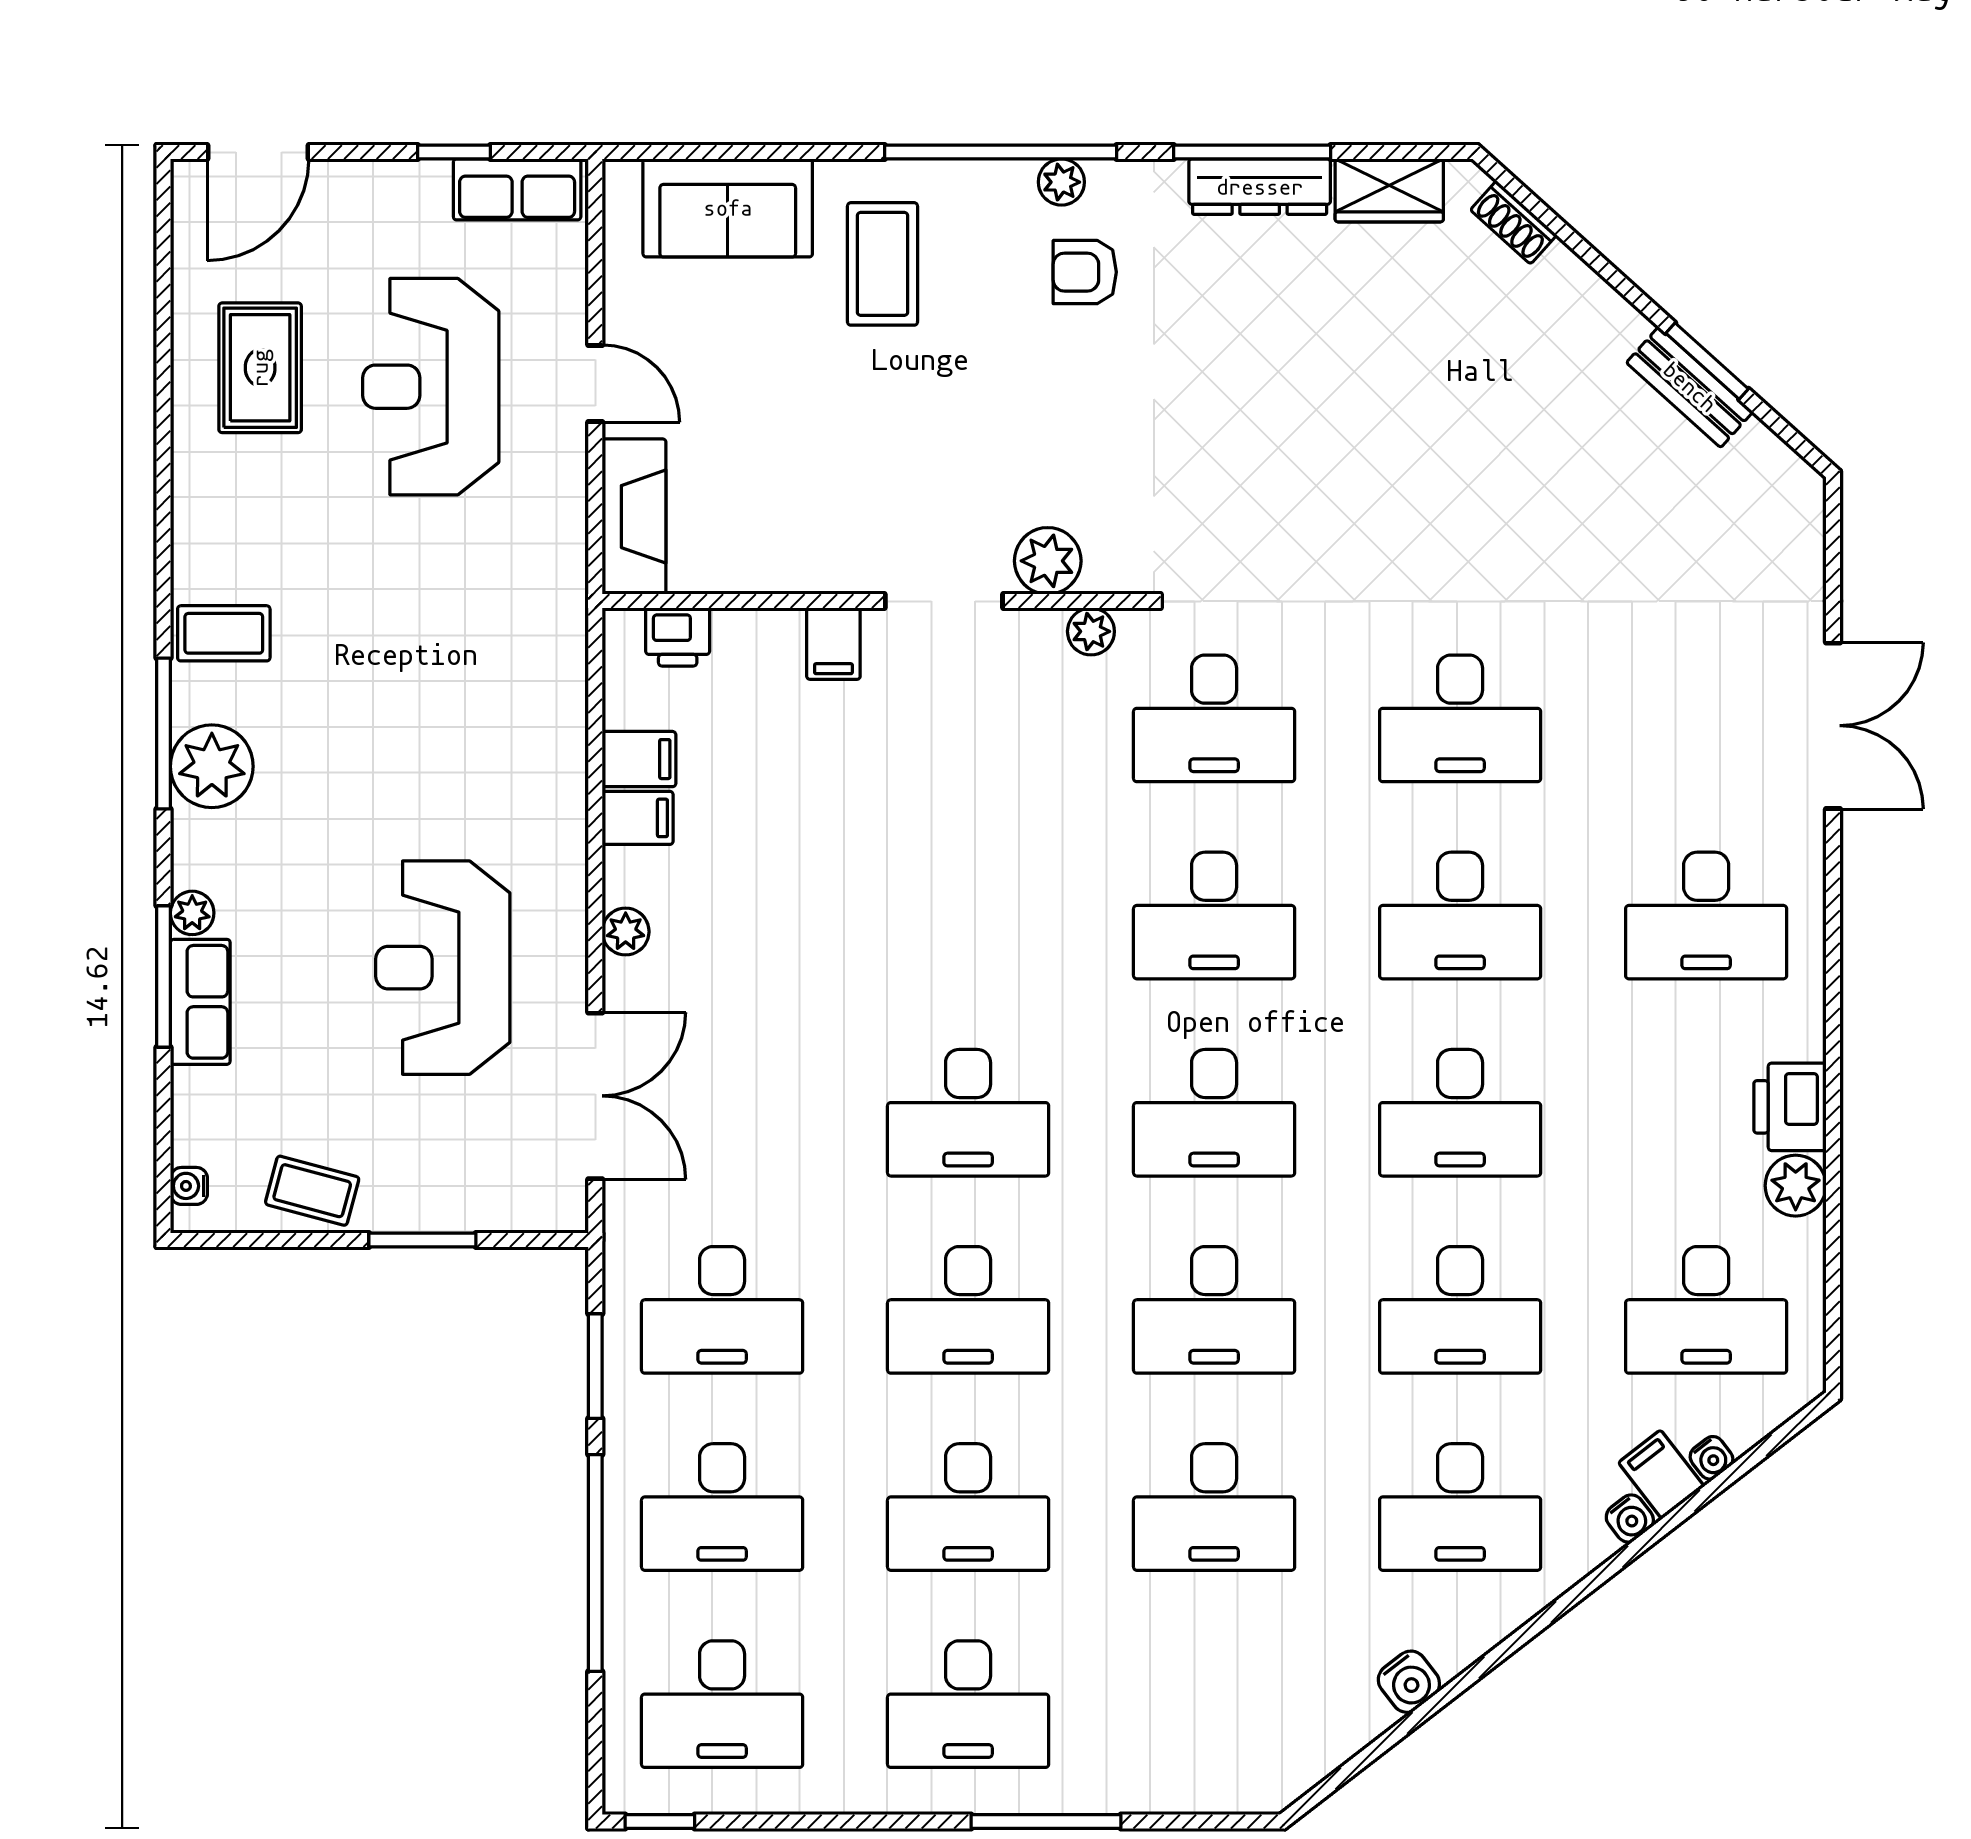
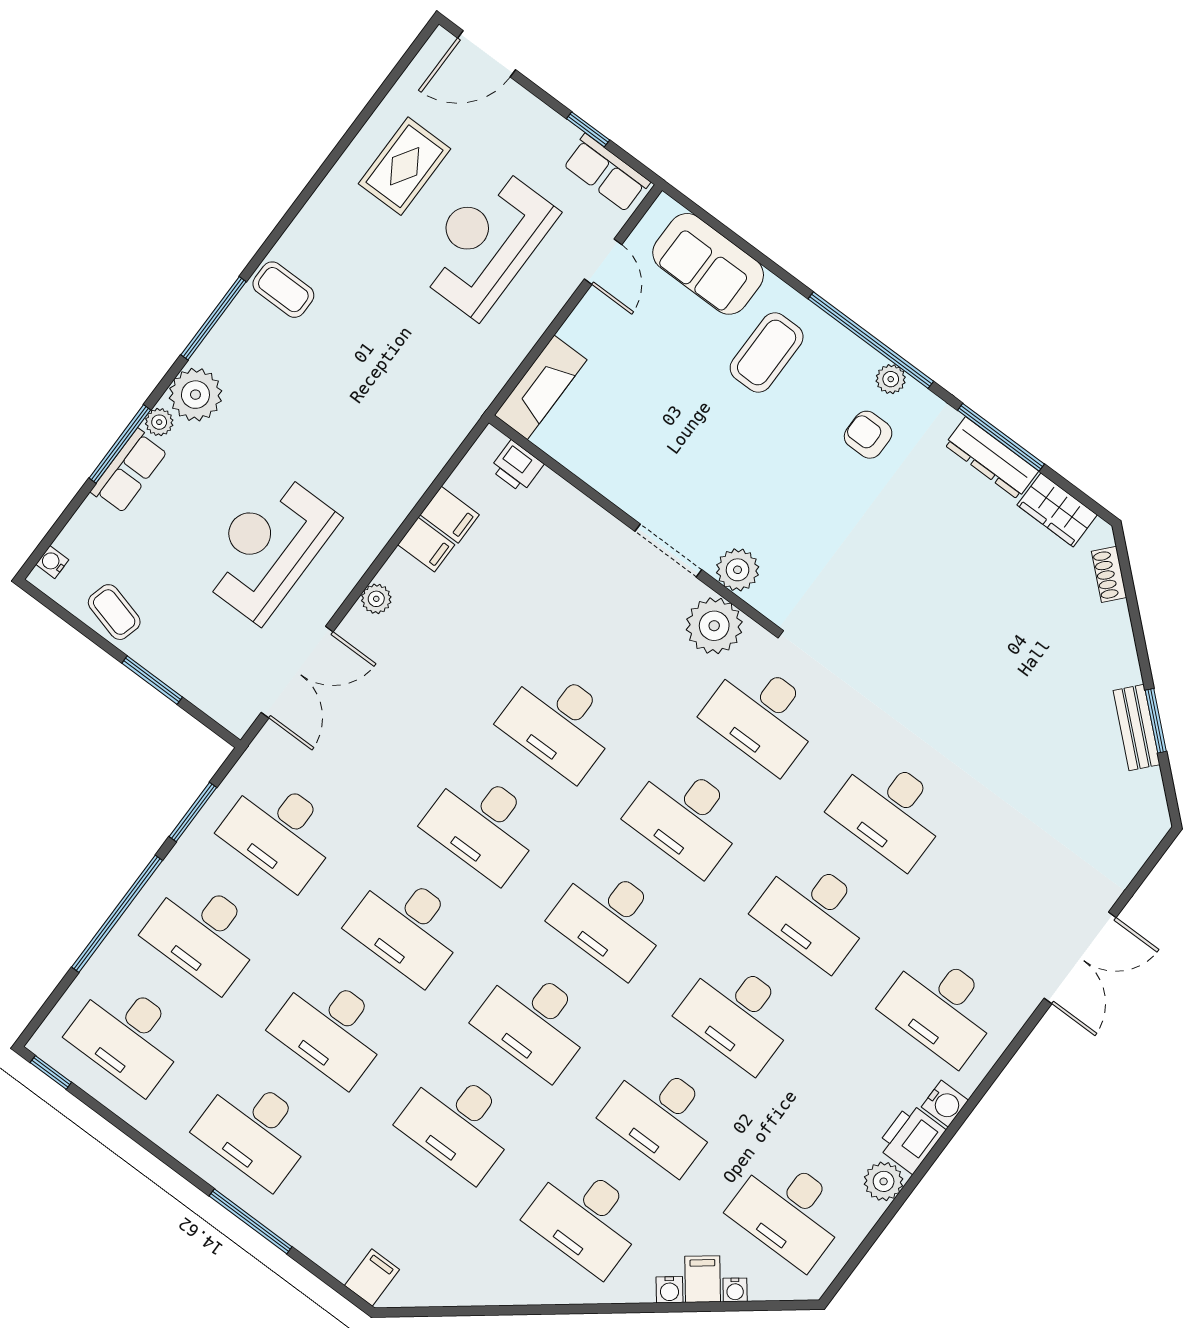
door: (595, 384) -> (603, 262), moved
plant: (1091, 631) -> (714, 626), width x1.87, depth x1.87
filing cabinet: (833, 644) -> (372, 1277), moved, turned 180
plant: (212, 766) -> (195, 395), moved
desk: (968, 916) -> (560, 723), added
water cooler: (1409, 1682) -> (945, 1104), moved, turned -52

